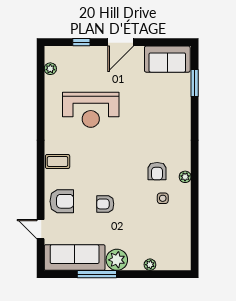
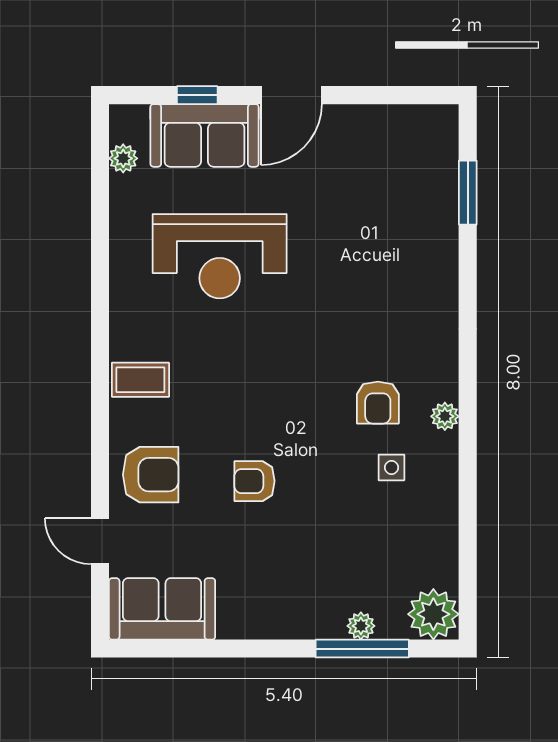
sofa: (167, 59) -> (205, 135), moved
sofa: (75, 258) -> (162, 609), width x0.73
plant: (117, 260) -> (433, 614), moved
window: (97, 274) -> (362, 649), moved

